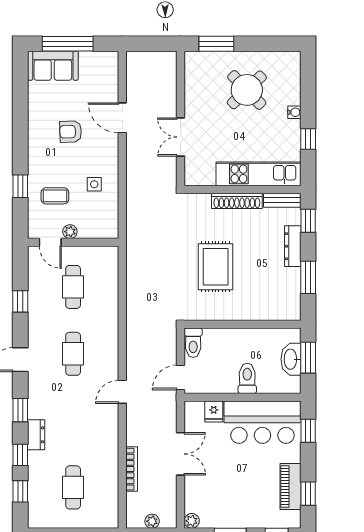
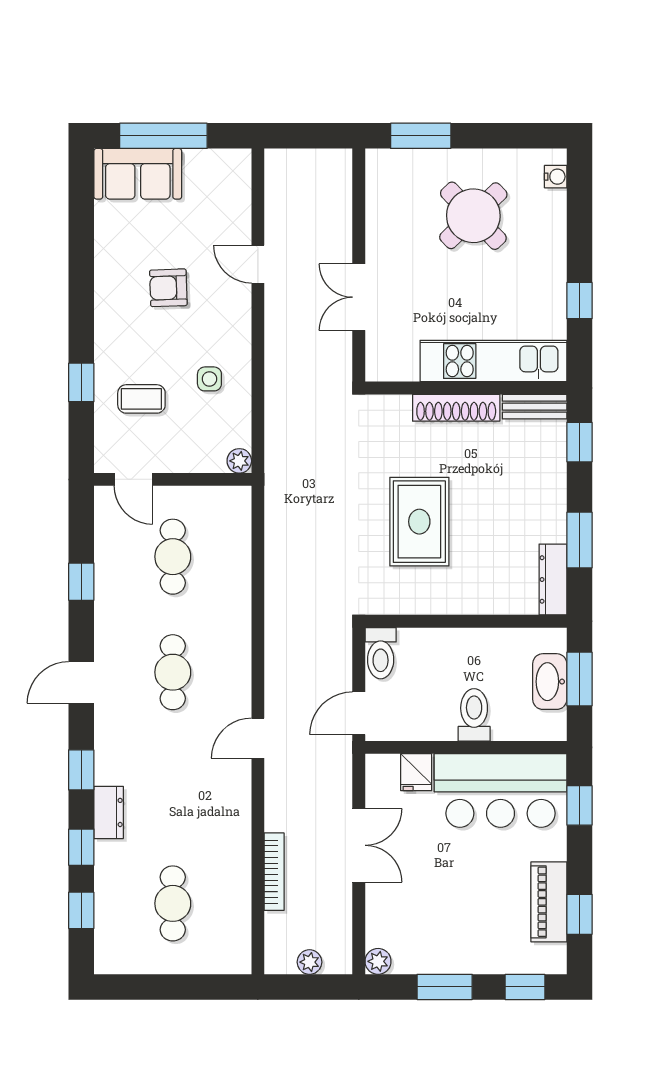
water cooler: (294, 112) -> (556, 177), moved
door: (122, 118) -> (258, 264), width x0.73
plant: (70, 232) -> (239, 461), moved
dresser: (293, 246) -> (553, 579), moved

